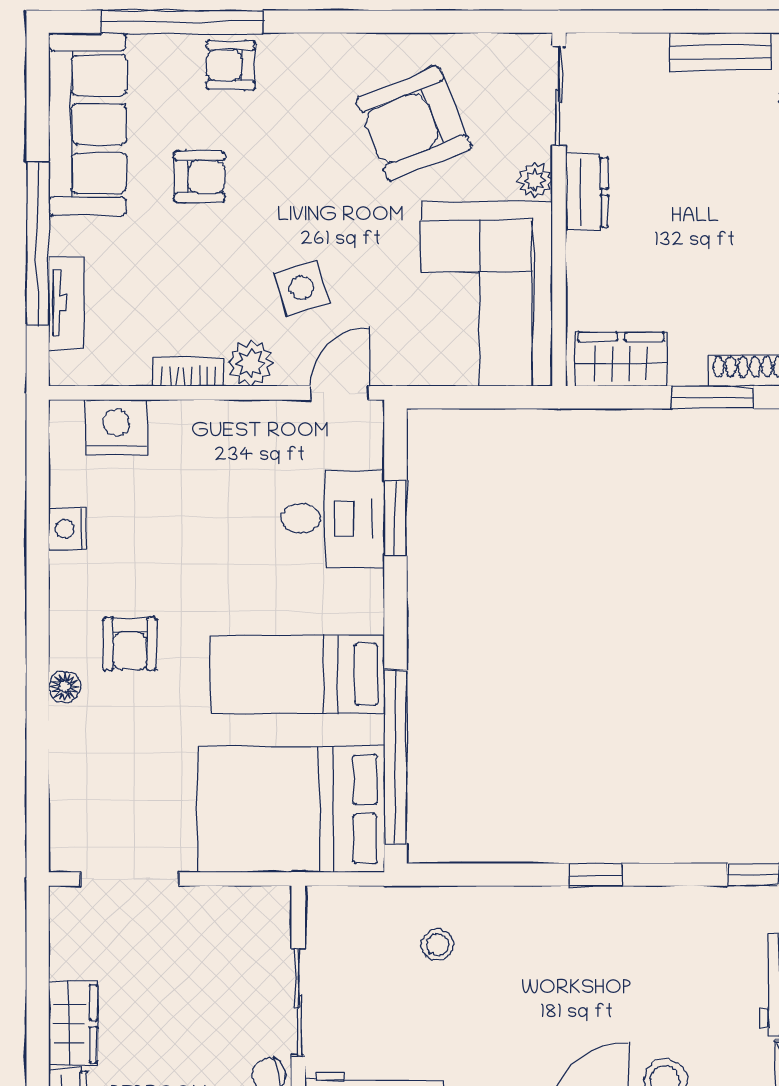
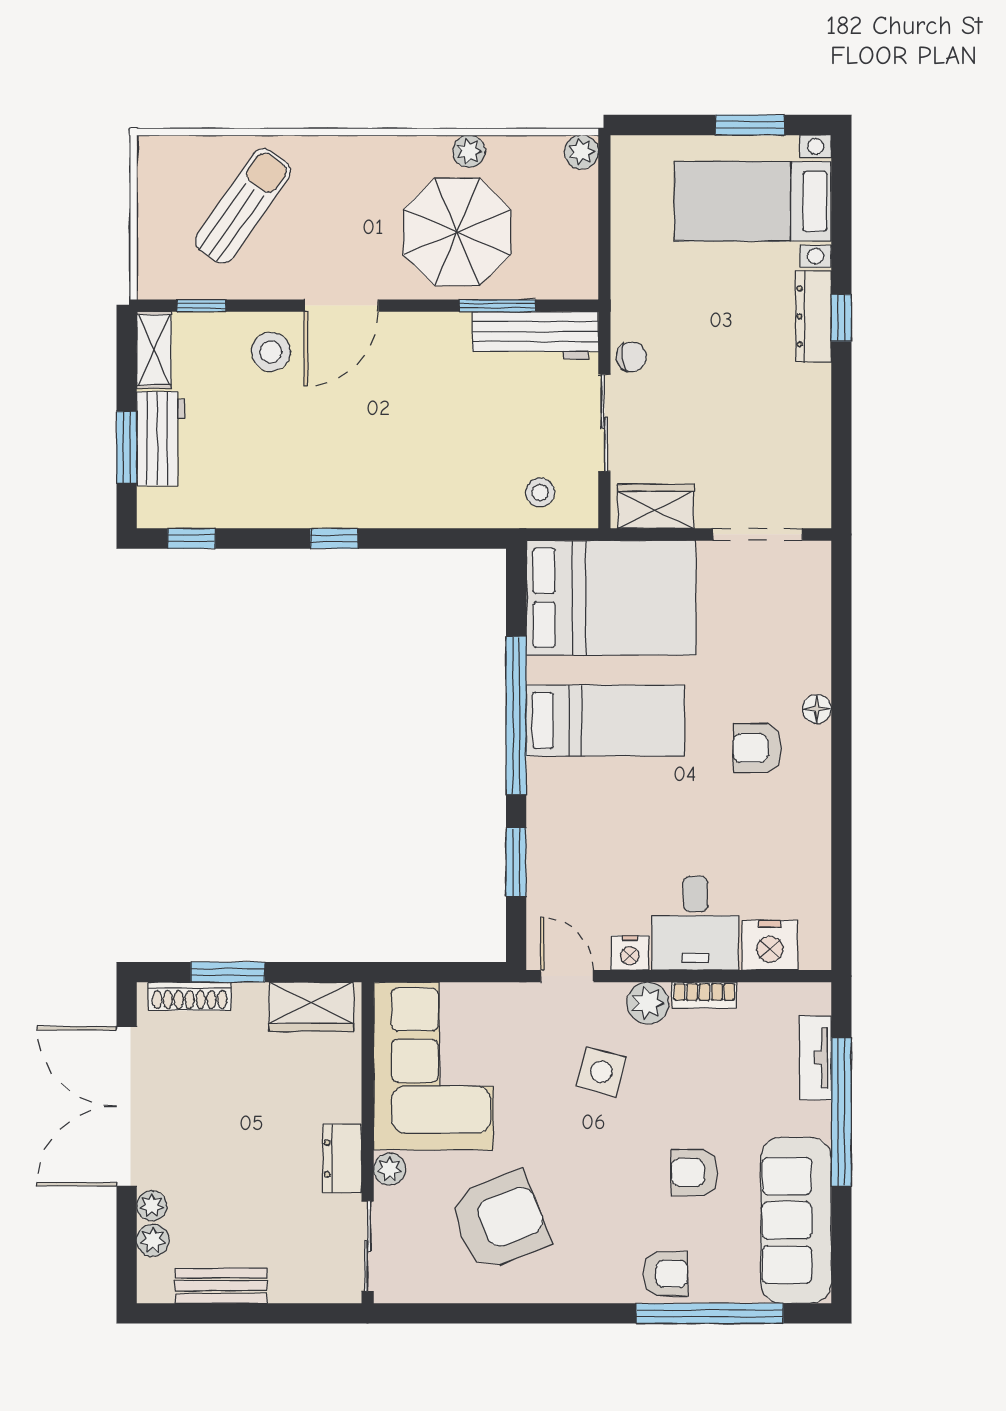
side table: (302, 288) -> (601, 1072), turned 32
door: (339, 393) -> (567, 976), swing flipped
desk: (333, 518) -> (695, 923), moved, turned -90
nightstand: (68, 529) -> (630, 953), moved, turned 90
armchair: (130, 644) -> (757, 748), turned -90
window: (396, 757) -> (516, 715), moved
stool: (437, 945) -> (540, 492), moved
wardrobe: (73, 1023) -> (656, 506), moved, turned 90

